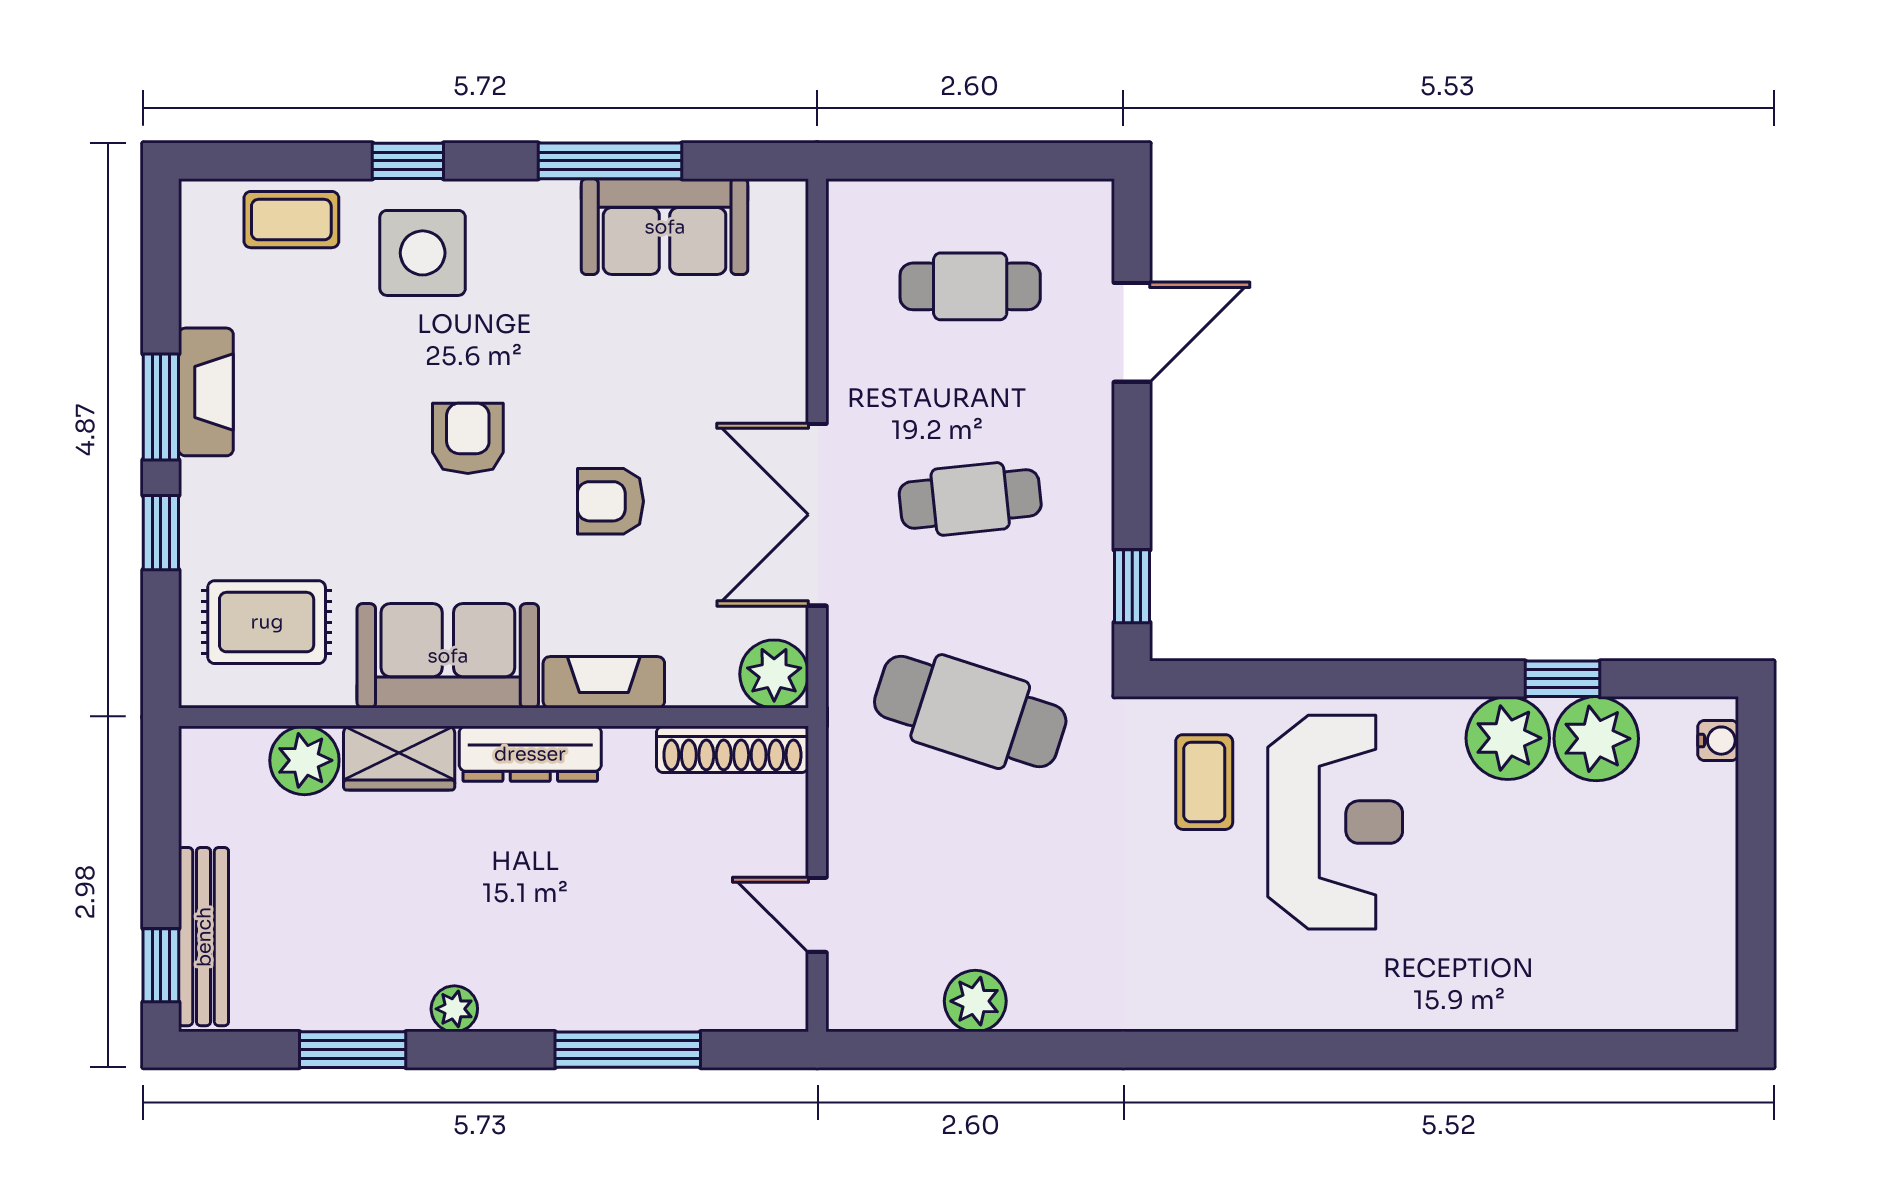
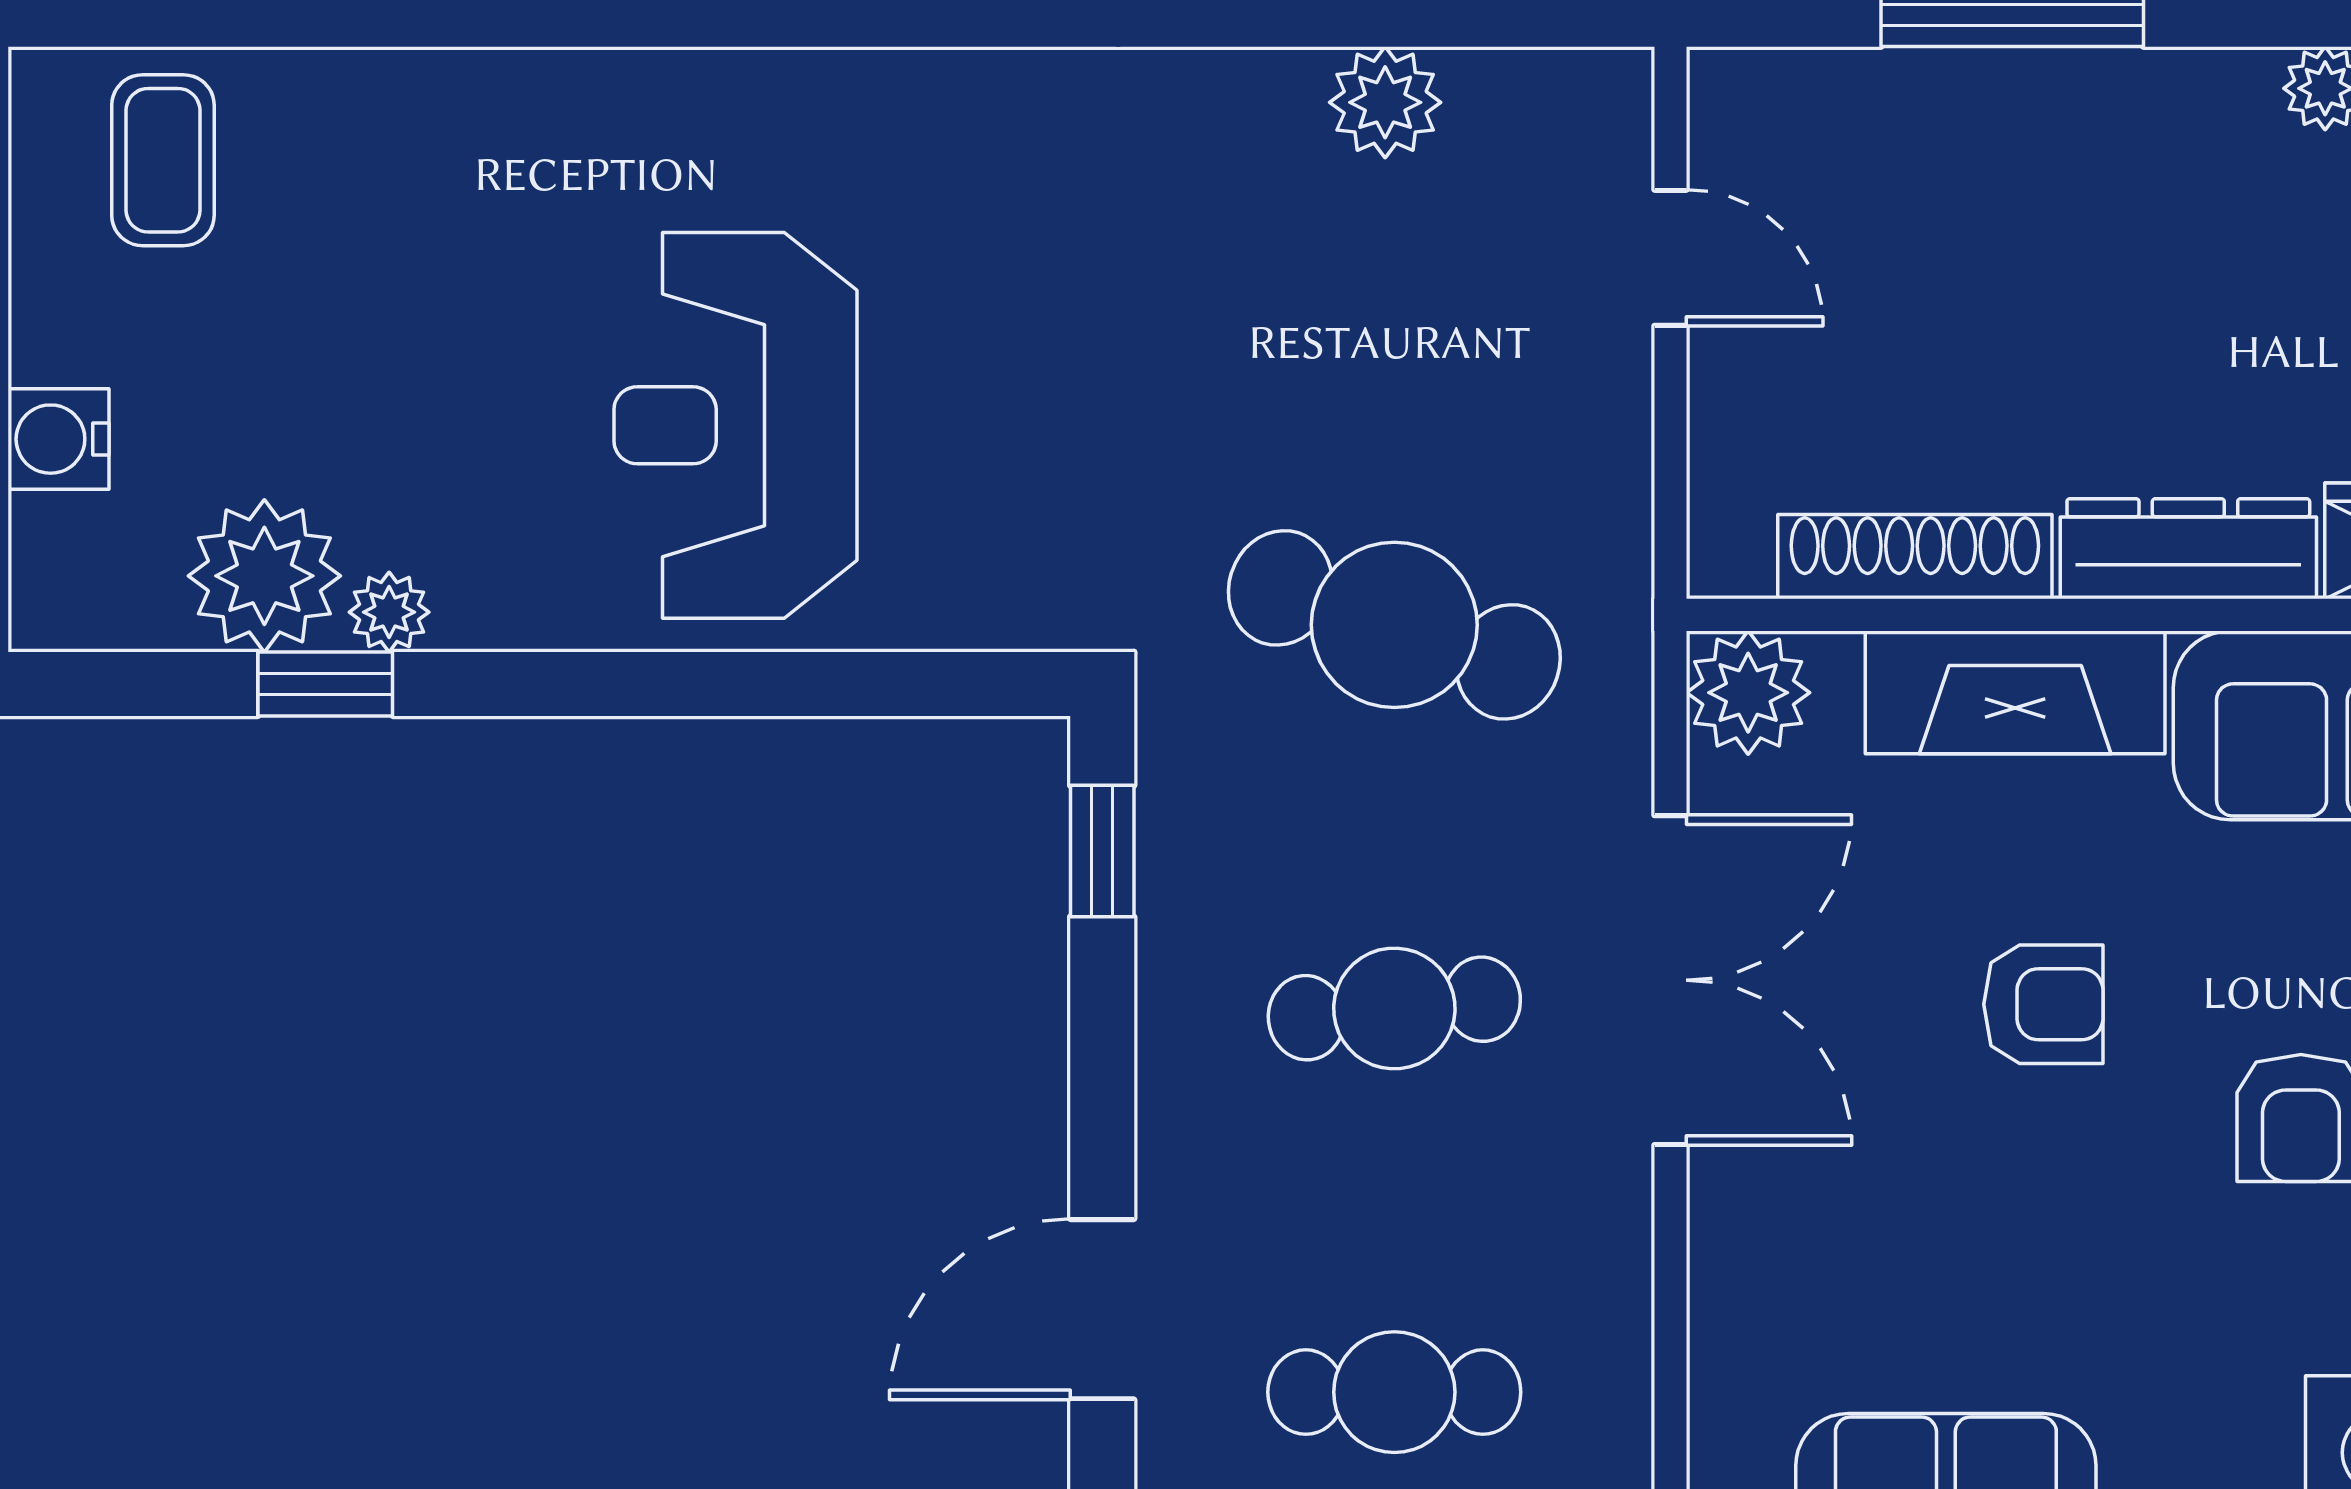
fireplace: (604, 682) -> (2015, 692), width x1.37, depth x1.32
plant: (1508, 738) -> (389, 612), width x0.53, depth x0.53
water cooler: (1718, 741) -> (59, 439), moved, width x1.38, depth x1.38
shoe rack: (732, 749) -> (1915, 557), moved
coffee table: (1204, 782) -> (163, 160), moved

